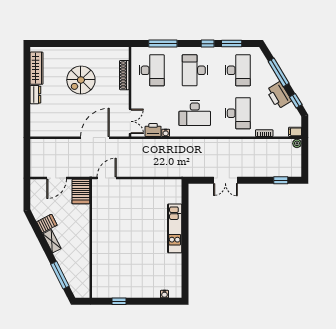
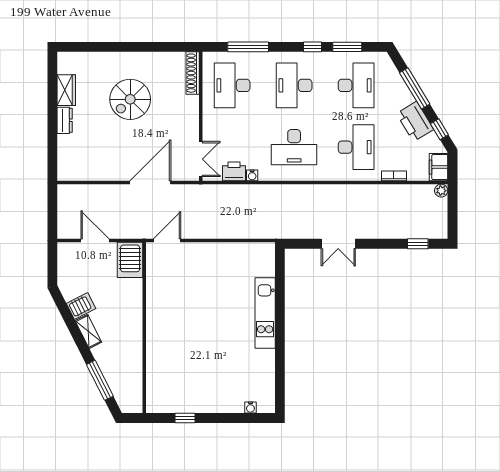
wardrobe: (37, 68) -> (66, 90), width x0.67
desk: (152, 70) -> (232, 85), turned 180
shoe rack: (124, 75) -> (193, 73), moved
filing cabinet: (295, 132) -> (439, 167), width x2.00
door: (57, 178) -> (95, 241), swing flipped

